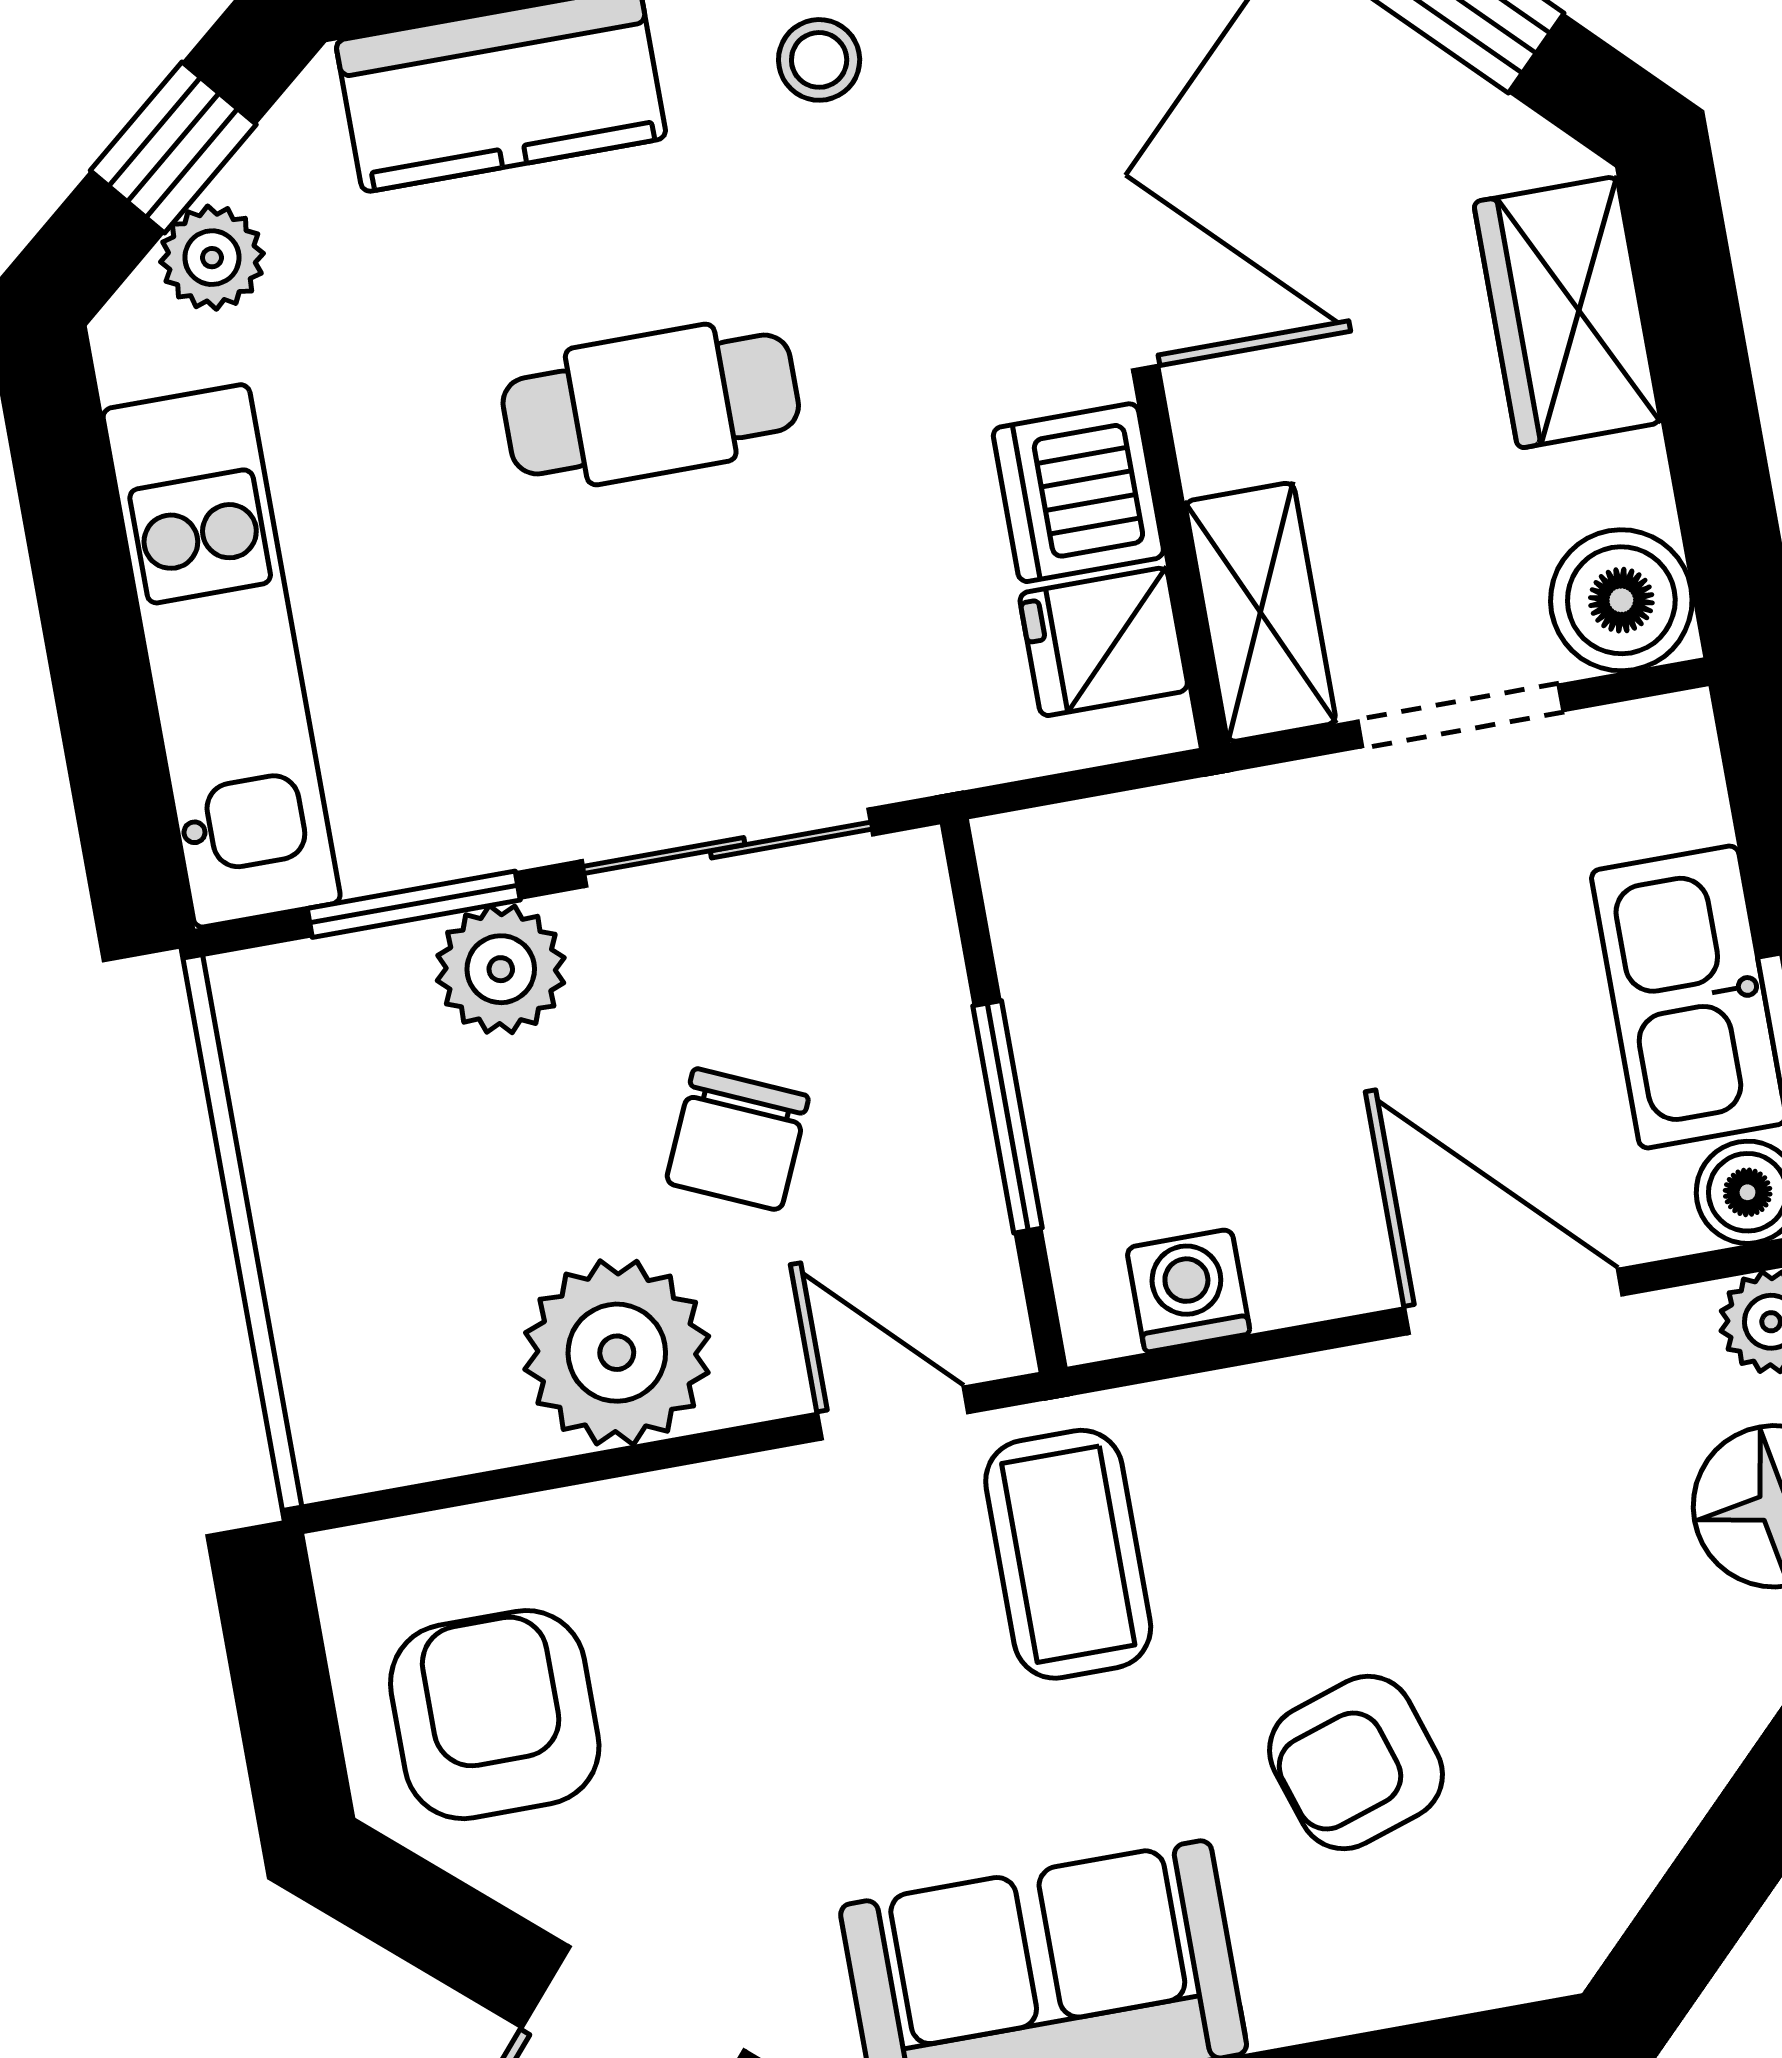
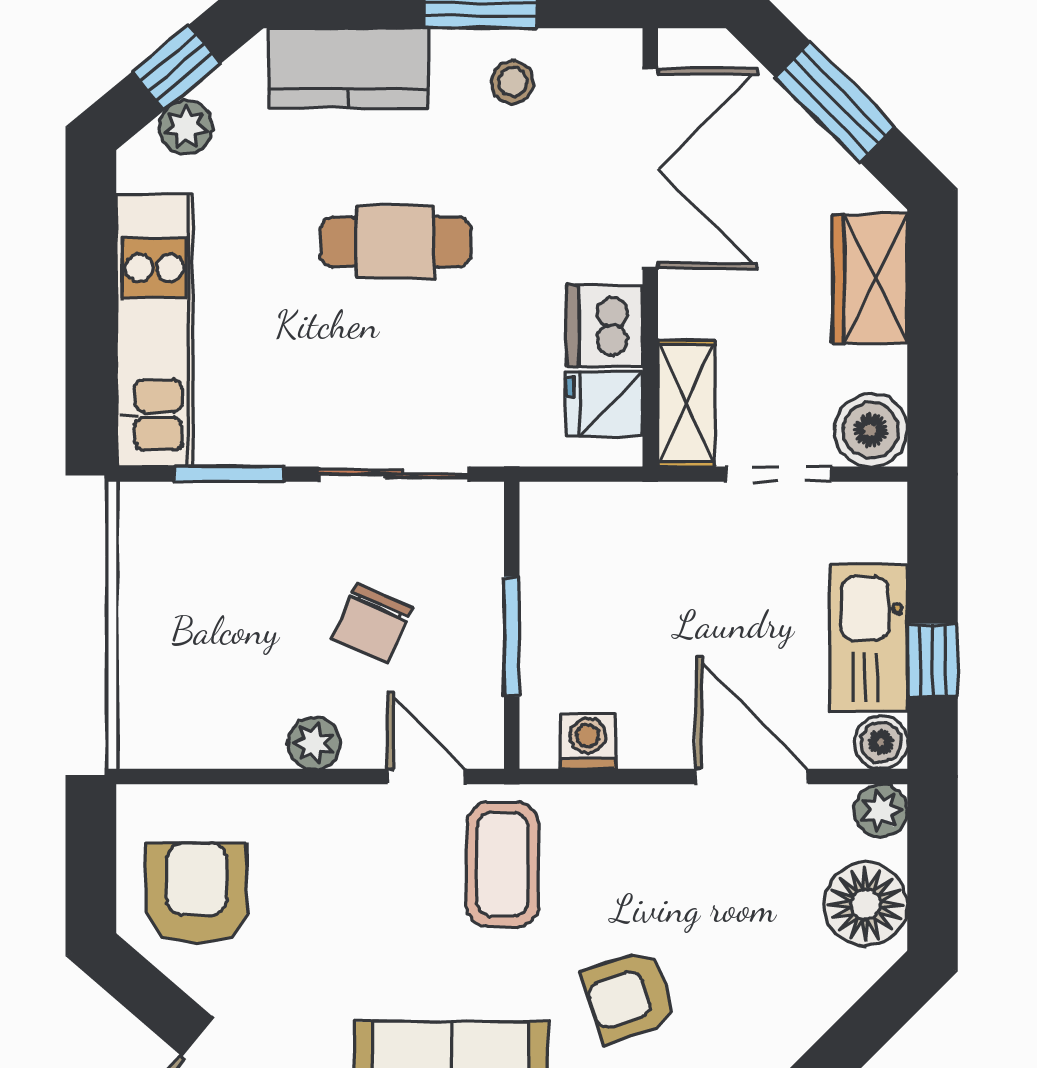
plant: (501, 969) -> (268, 515), removed
plant: (617, 1353) -> (314, 743), width x0.53, depth x0.53

